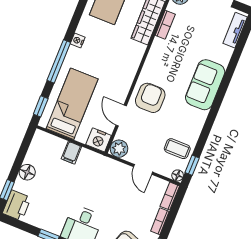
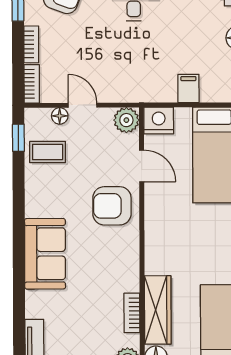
armchair: (150, 98) -> (112, 206), turned 90
floor lamp: (178, 175) -> (60, 116), moved

